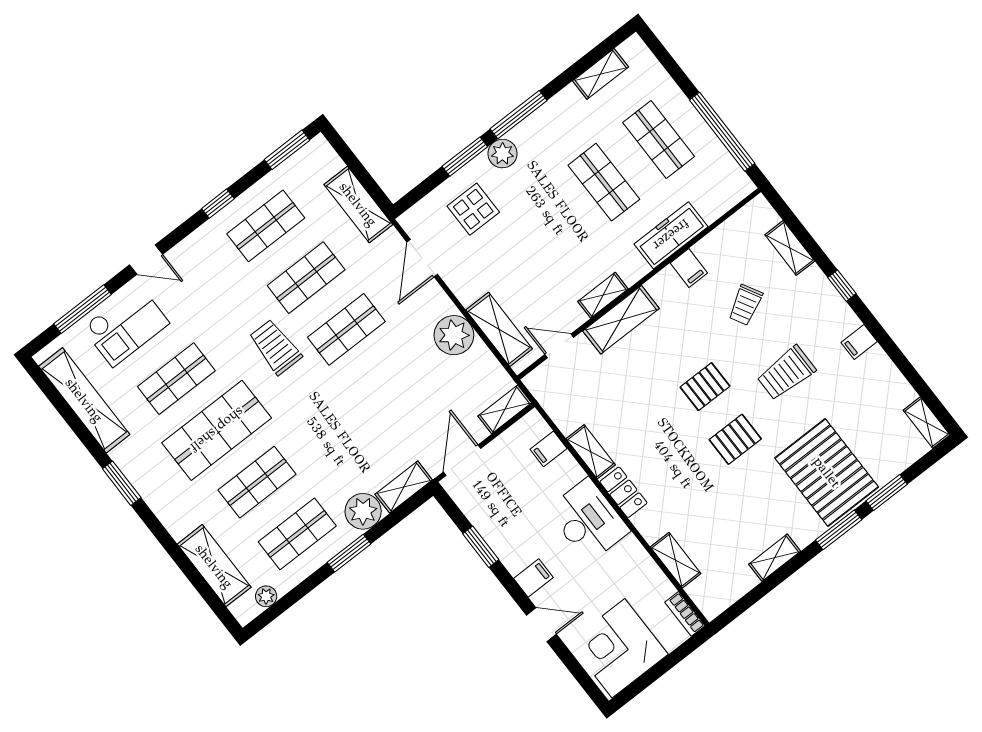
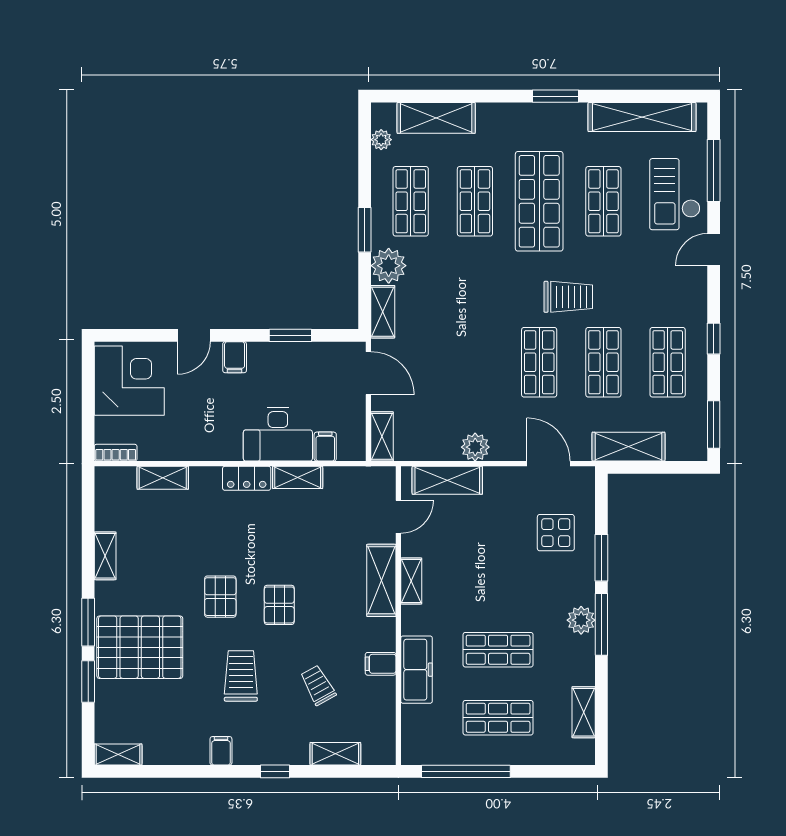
plant: (502, 154) -> (581, 620), moved
plant: (454, 335) -> (475, 447), width x0.73, depth x0.73
desk: (588, 520) -> (278, 434), moved

